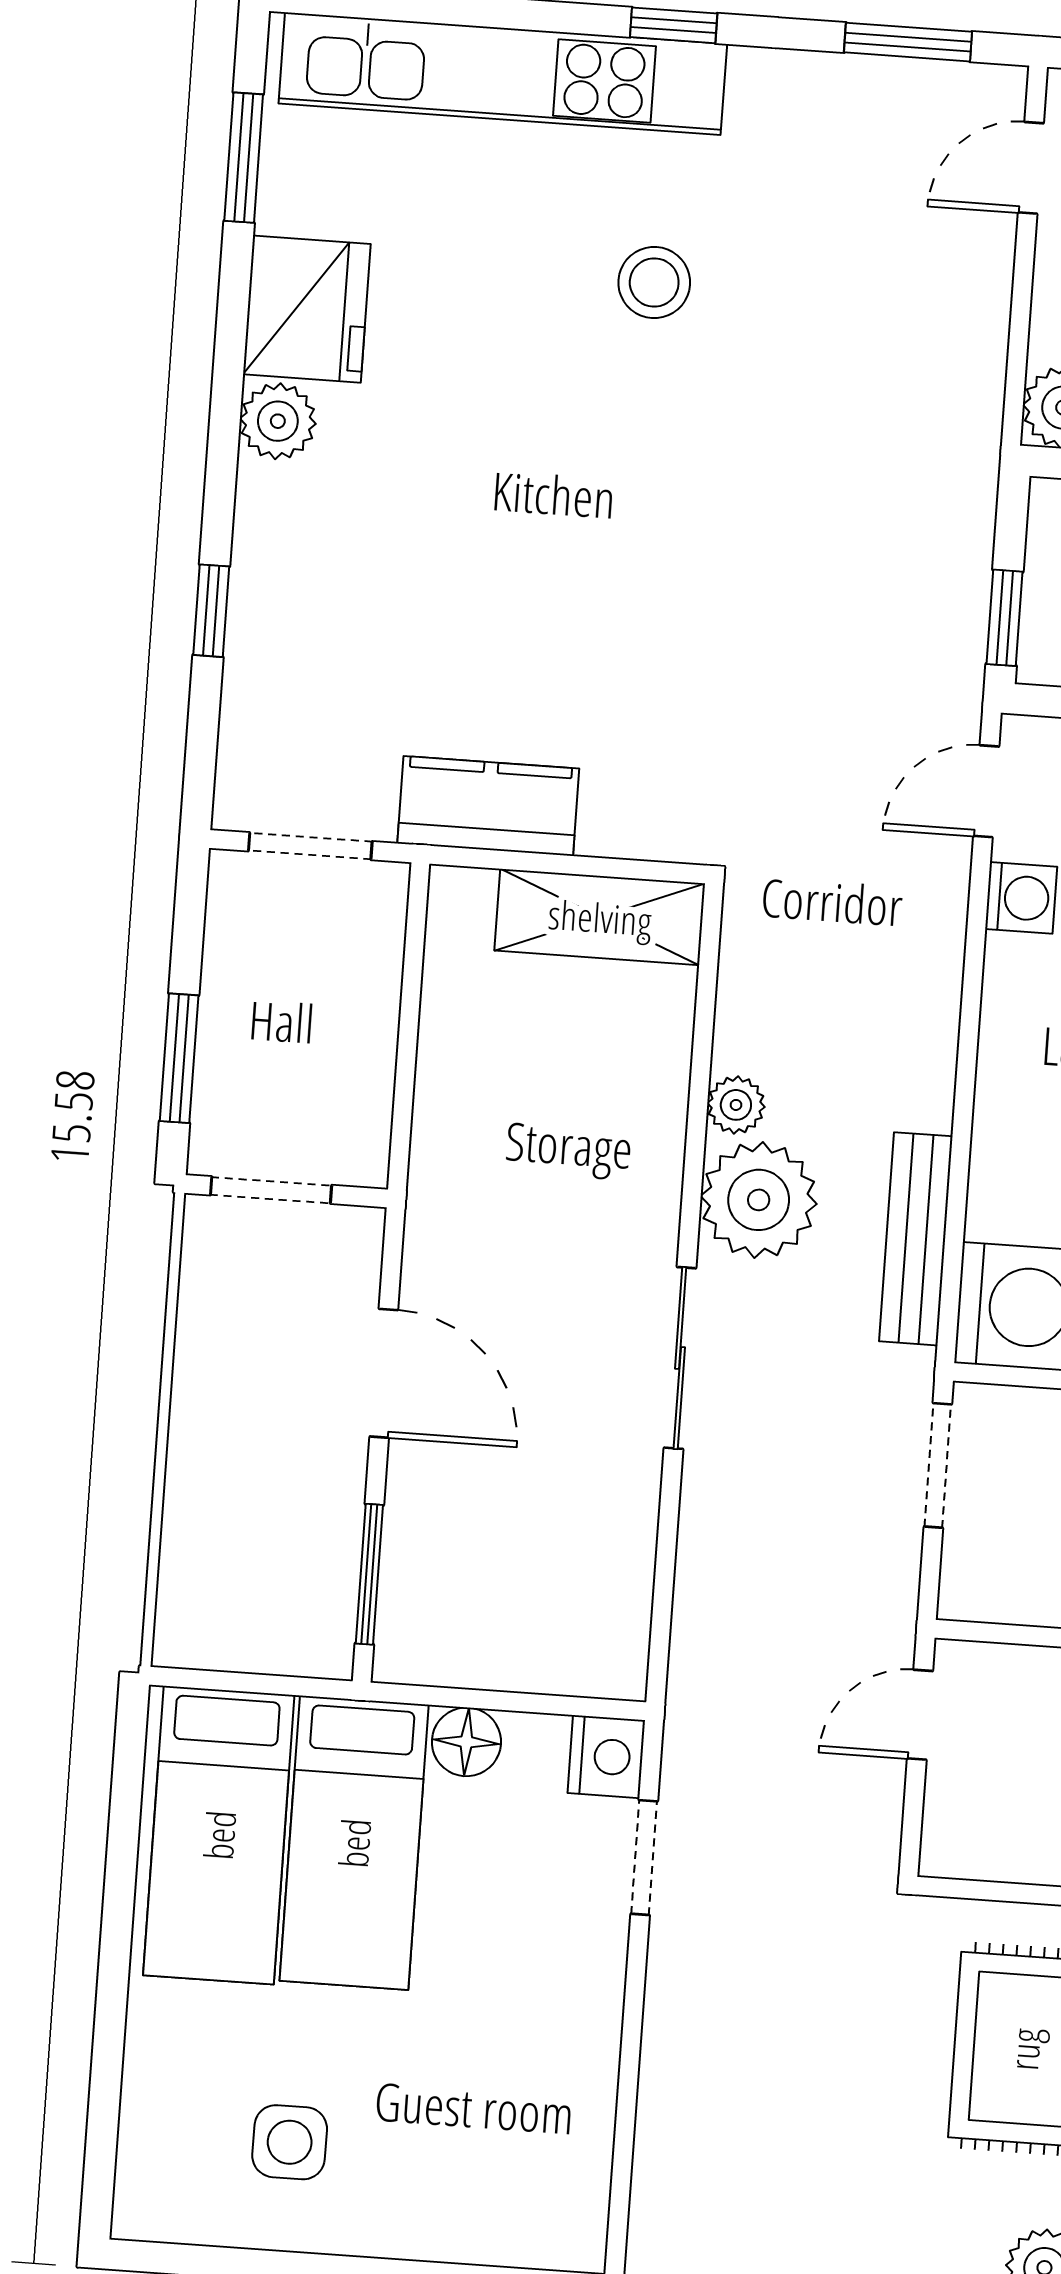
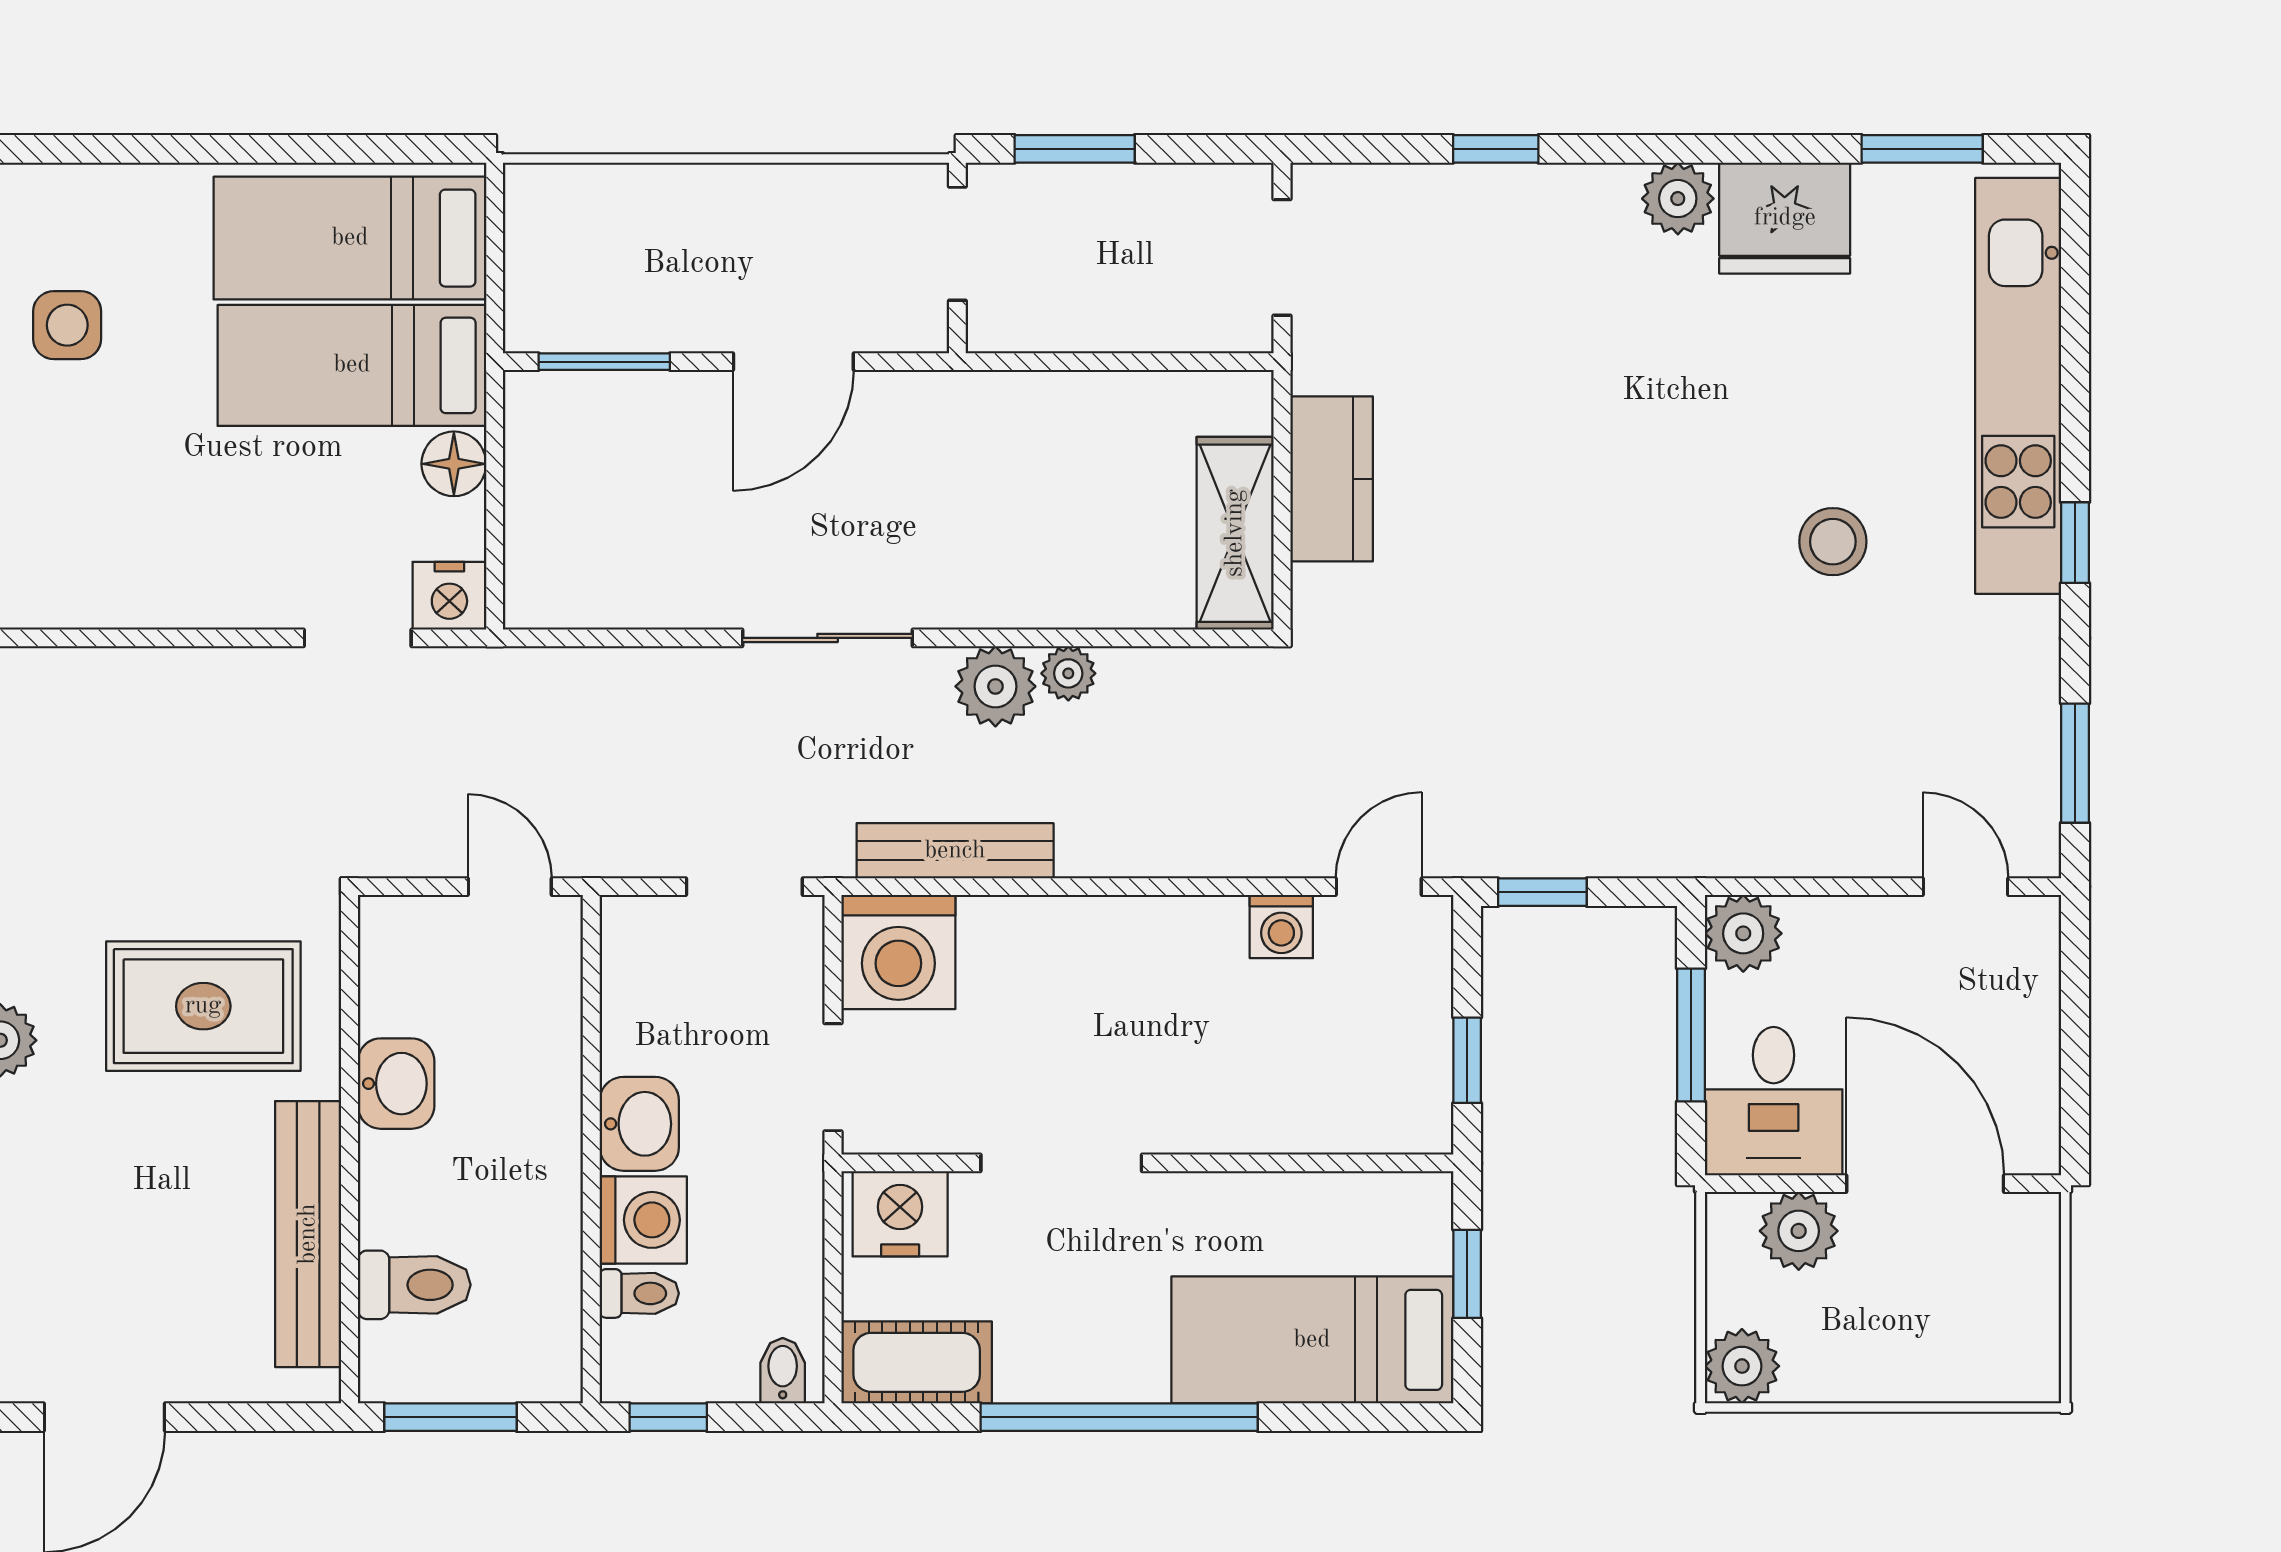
door: (986, 791) -> (1379, 887), hinge flipped
kitchen counter: (488, 806) -> (1332, 479), moved
plant: (759, 1200) -> (995, 686), width x0.73, depth x0.73

